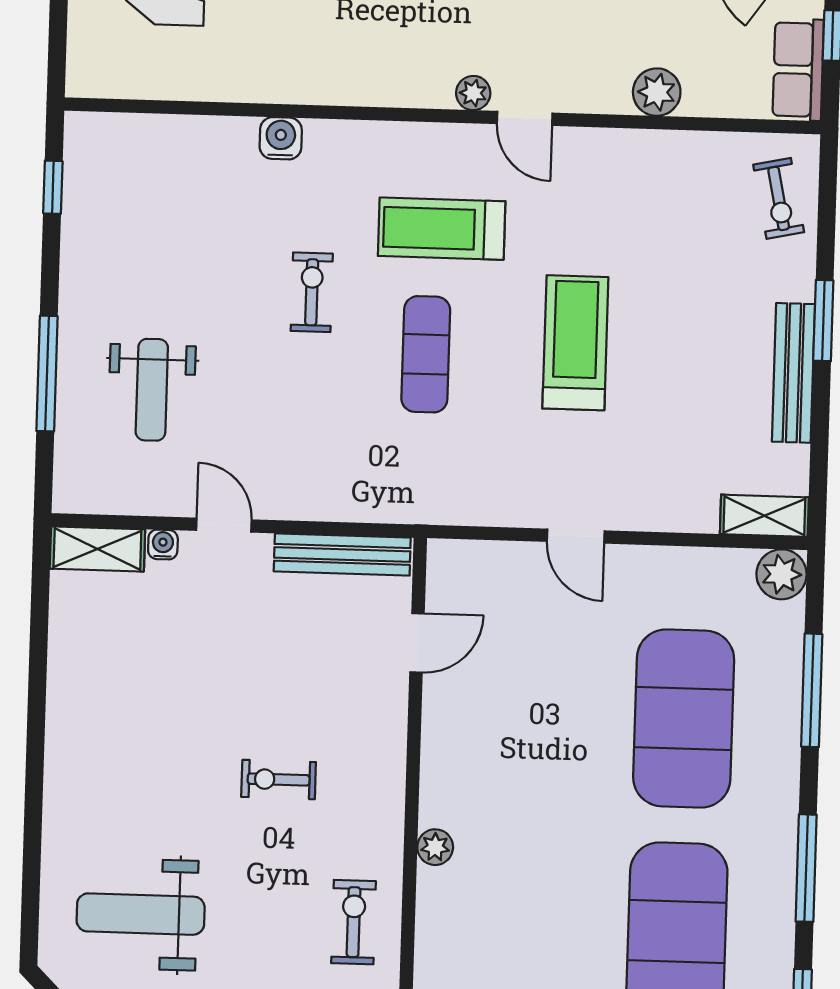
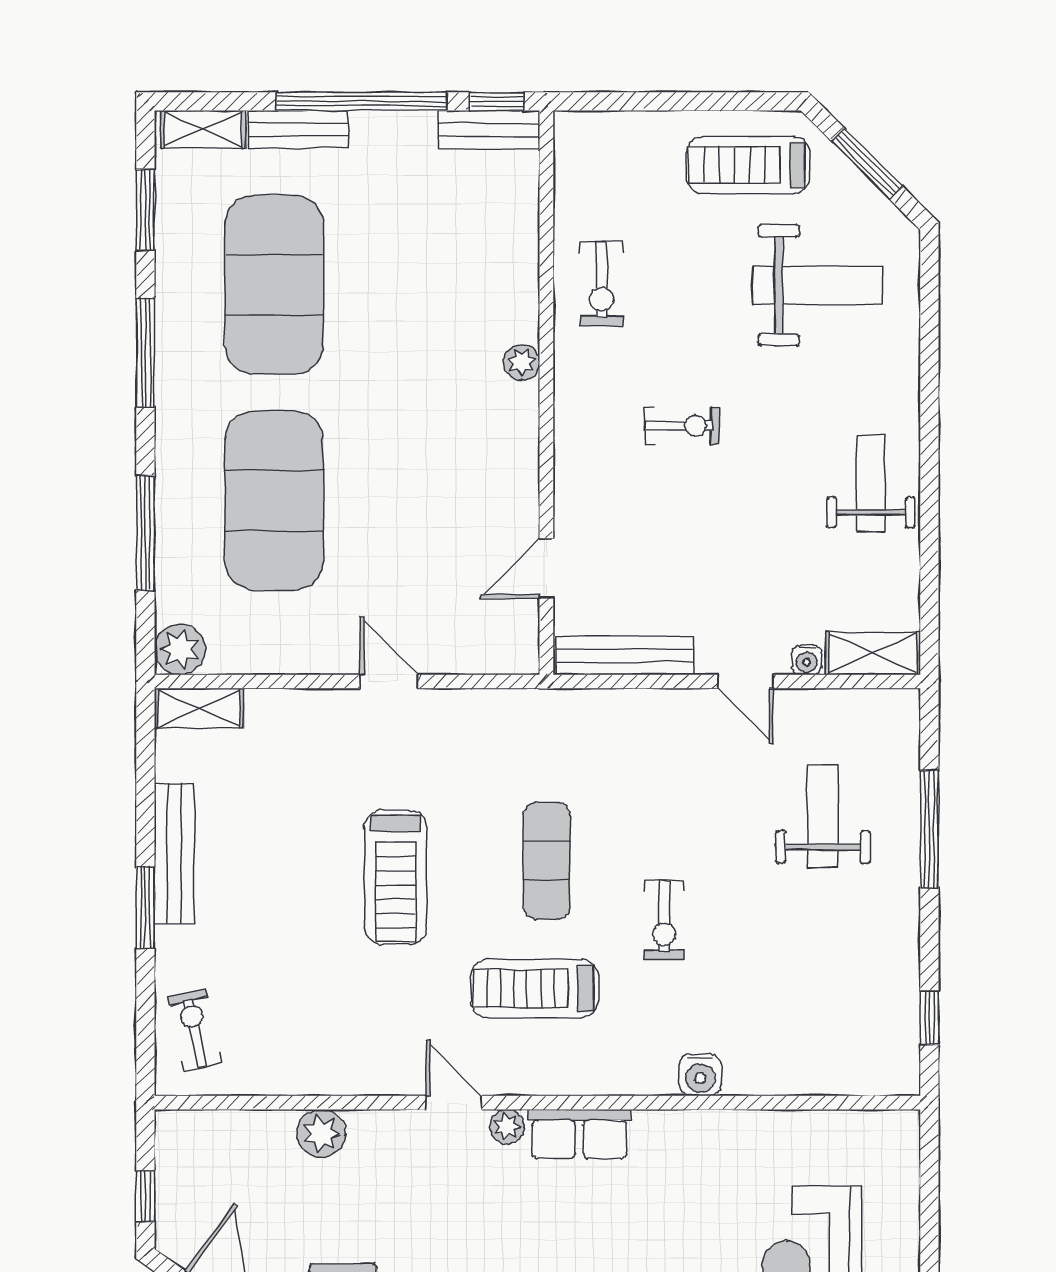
row of seats: (798, 70) -> (579, 1134), moved, turned 90
treadmill: (442, 229) -> (535, 988), turned 180
weight bench: (94, 717) -> (871, 484), added

